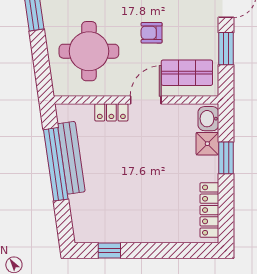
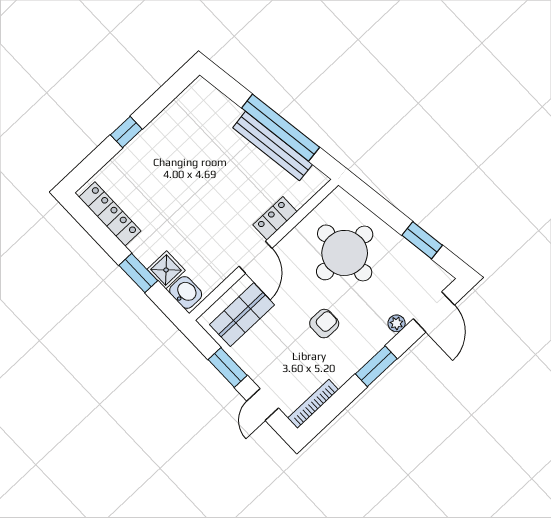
armchair: (152, 33) -> (324, 324), moved
window: (109, 251) -> (126, 132), moved

